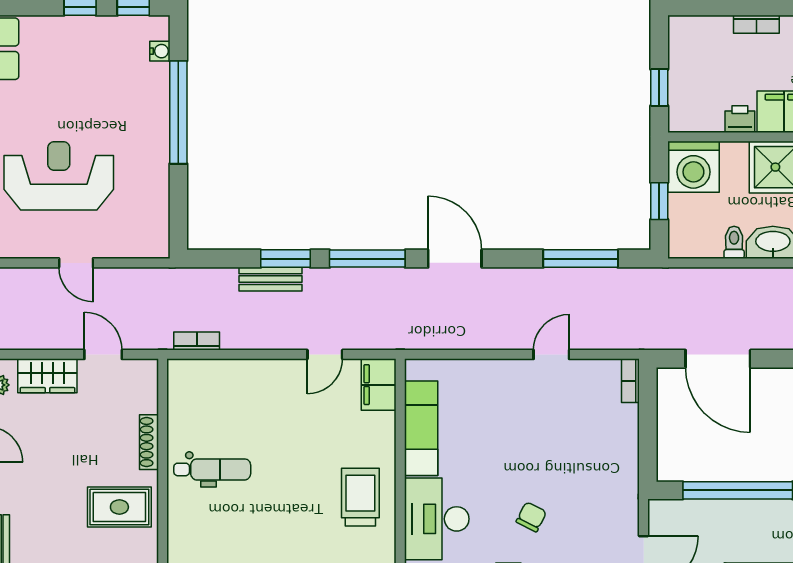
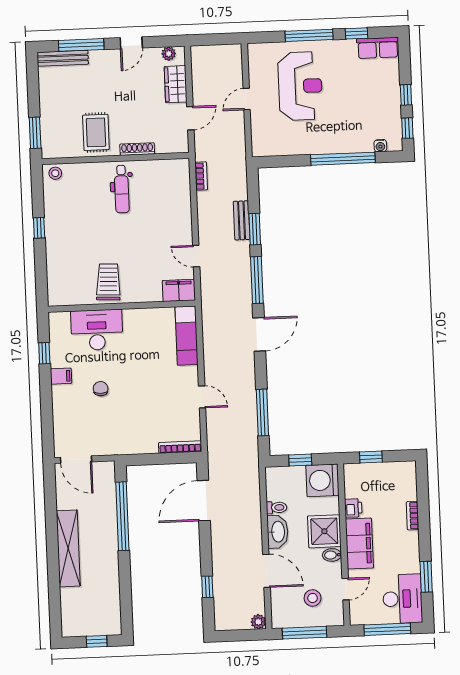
bookcase: (630, 381) -> (180, 447), width x1.56
exam couch: (421, 428) -> (186, 336), moved, turned 90
trolley: (360, 497) -> (108, 282), turned -87
chair: (531, 517) -> (101, 389), turned -117

